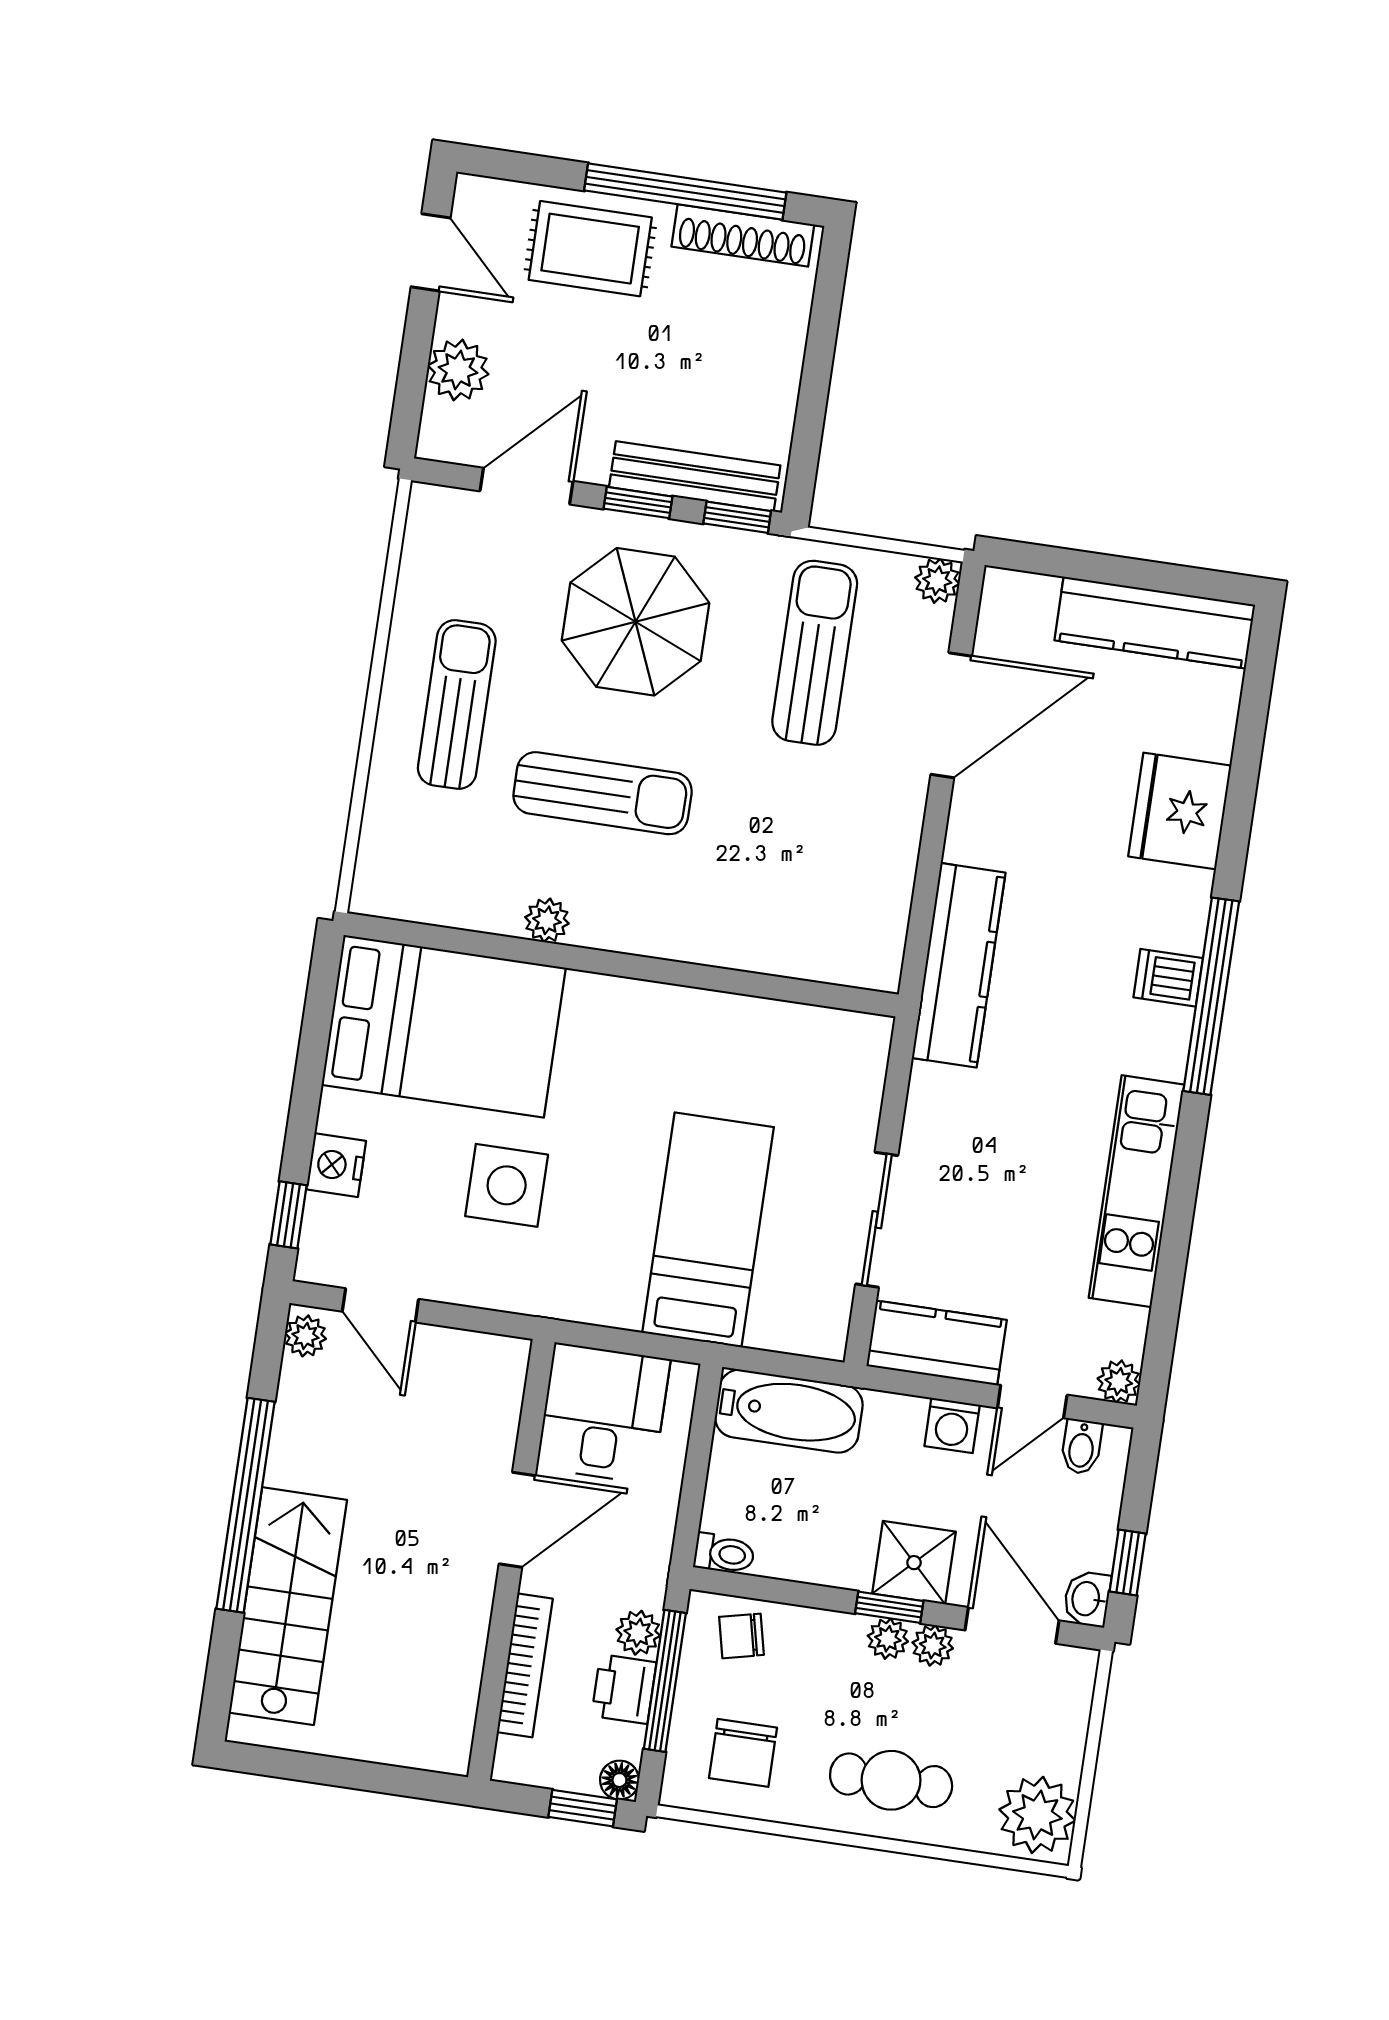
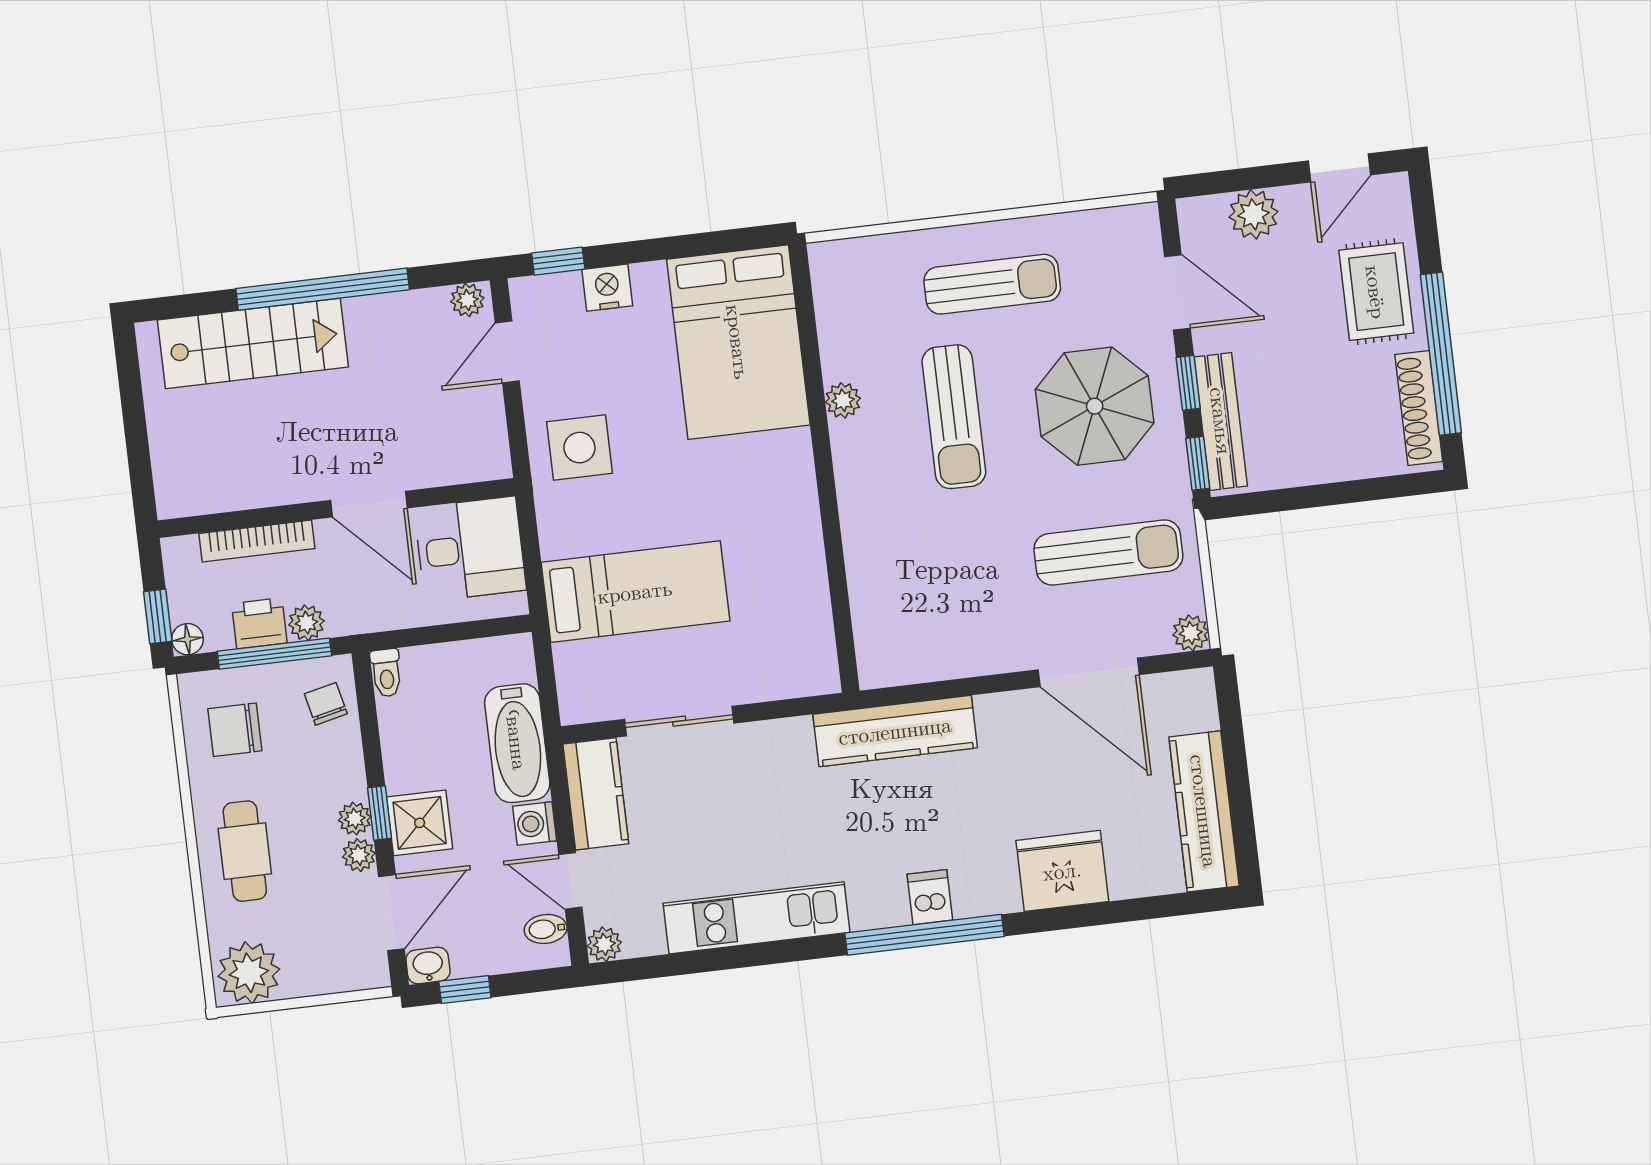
side table: (507, 1185) -> (579, 448), moved
bathtub: (789, 1411) -> (517, 743), moved

